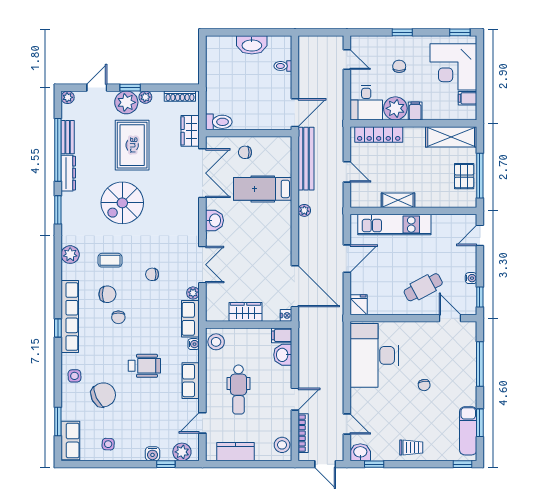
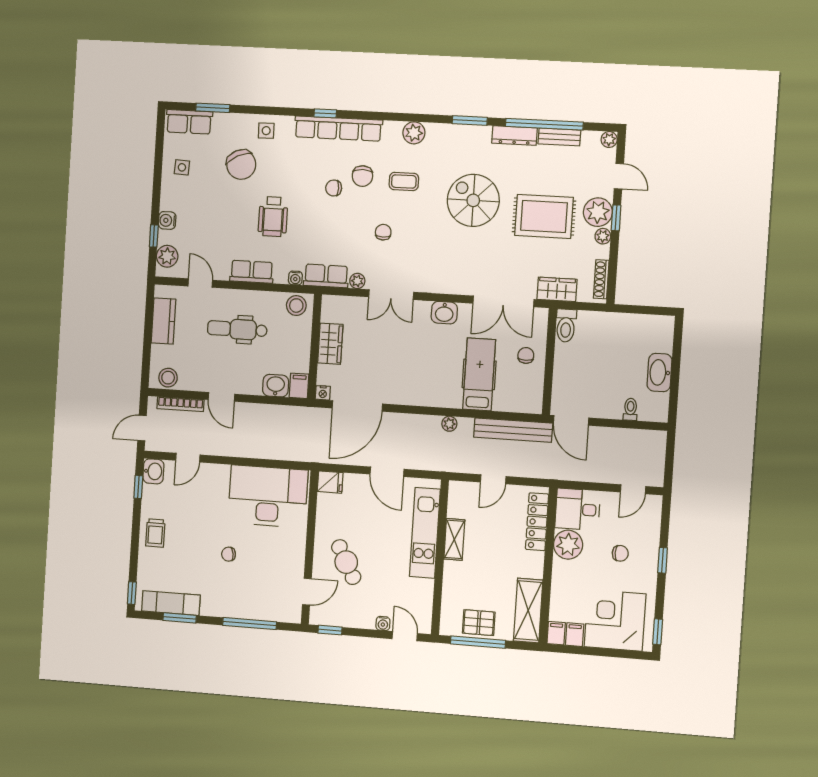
filing cabinet: (415, 111) -> (556, 633), moved, turned -90
coffee table: (110, 260) -> (404, 181), turned 90
water cooler: (471, 278) -> (383, 623), moved

